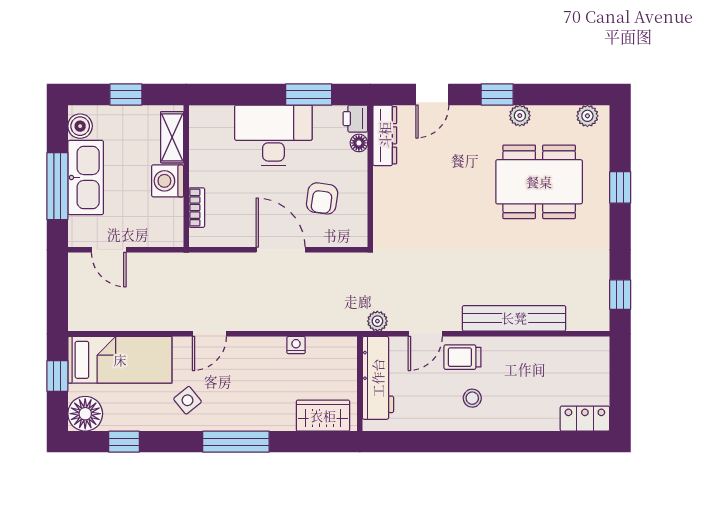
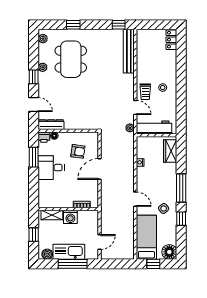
desk: (273, 135) -> (51, 168), width x0.73
bench: (514, 318) -> (129, 51), moved
window: (124, 442) -> (181, 219), moved

